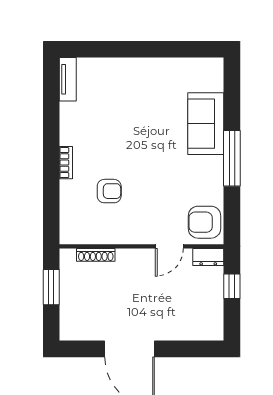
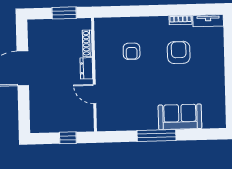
bookcase: (66, 163) -> (181, 20), moved
armchair: (204, 222) -> (179, 52), moved
dresser: (208, 257) -> (86, 68), moved

